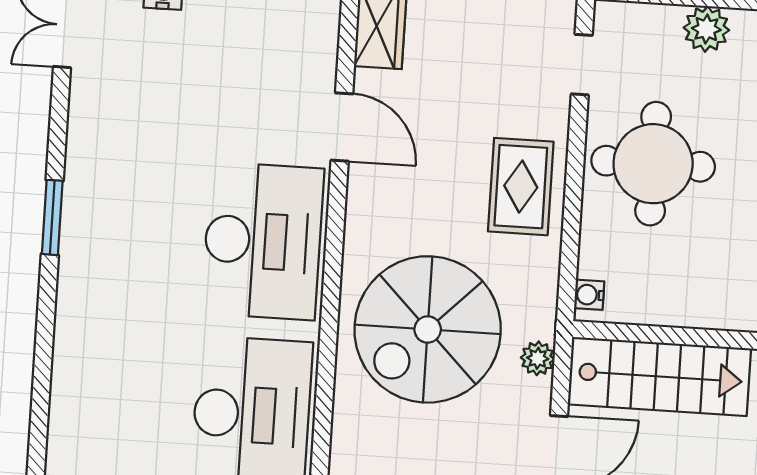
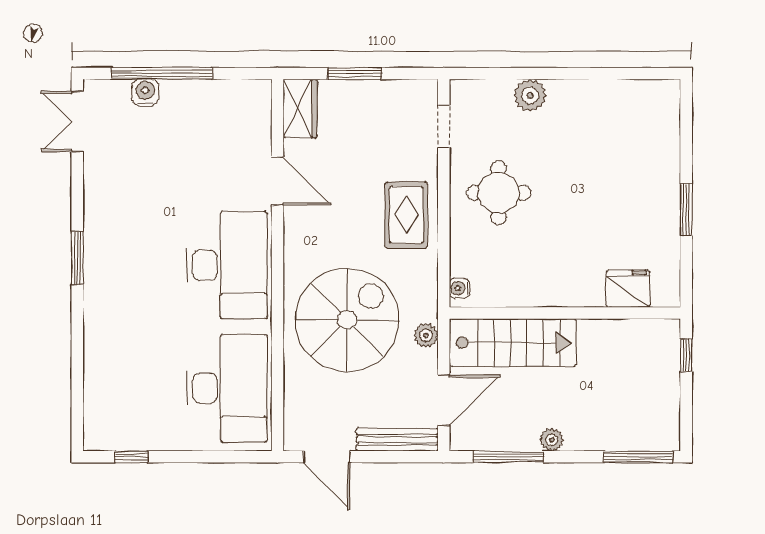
round table: (653, 164) -> (499, 193), width x0.73, depth x0.73
spiral stairs: (428, 329) -> (347, 320), turned 180

